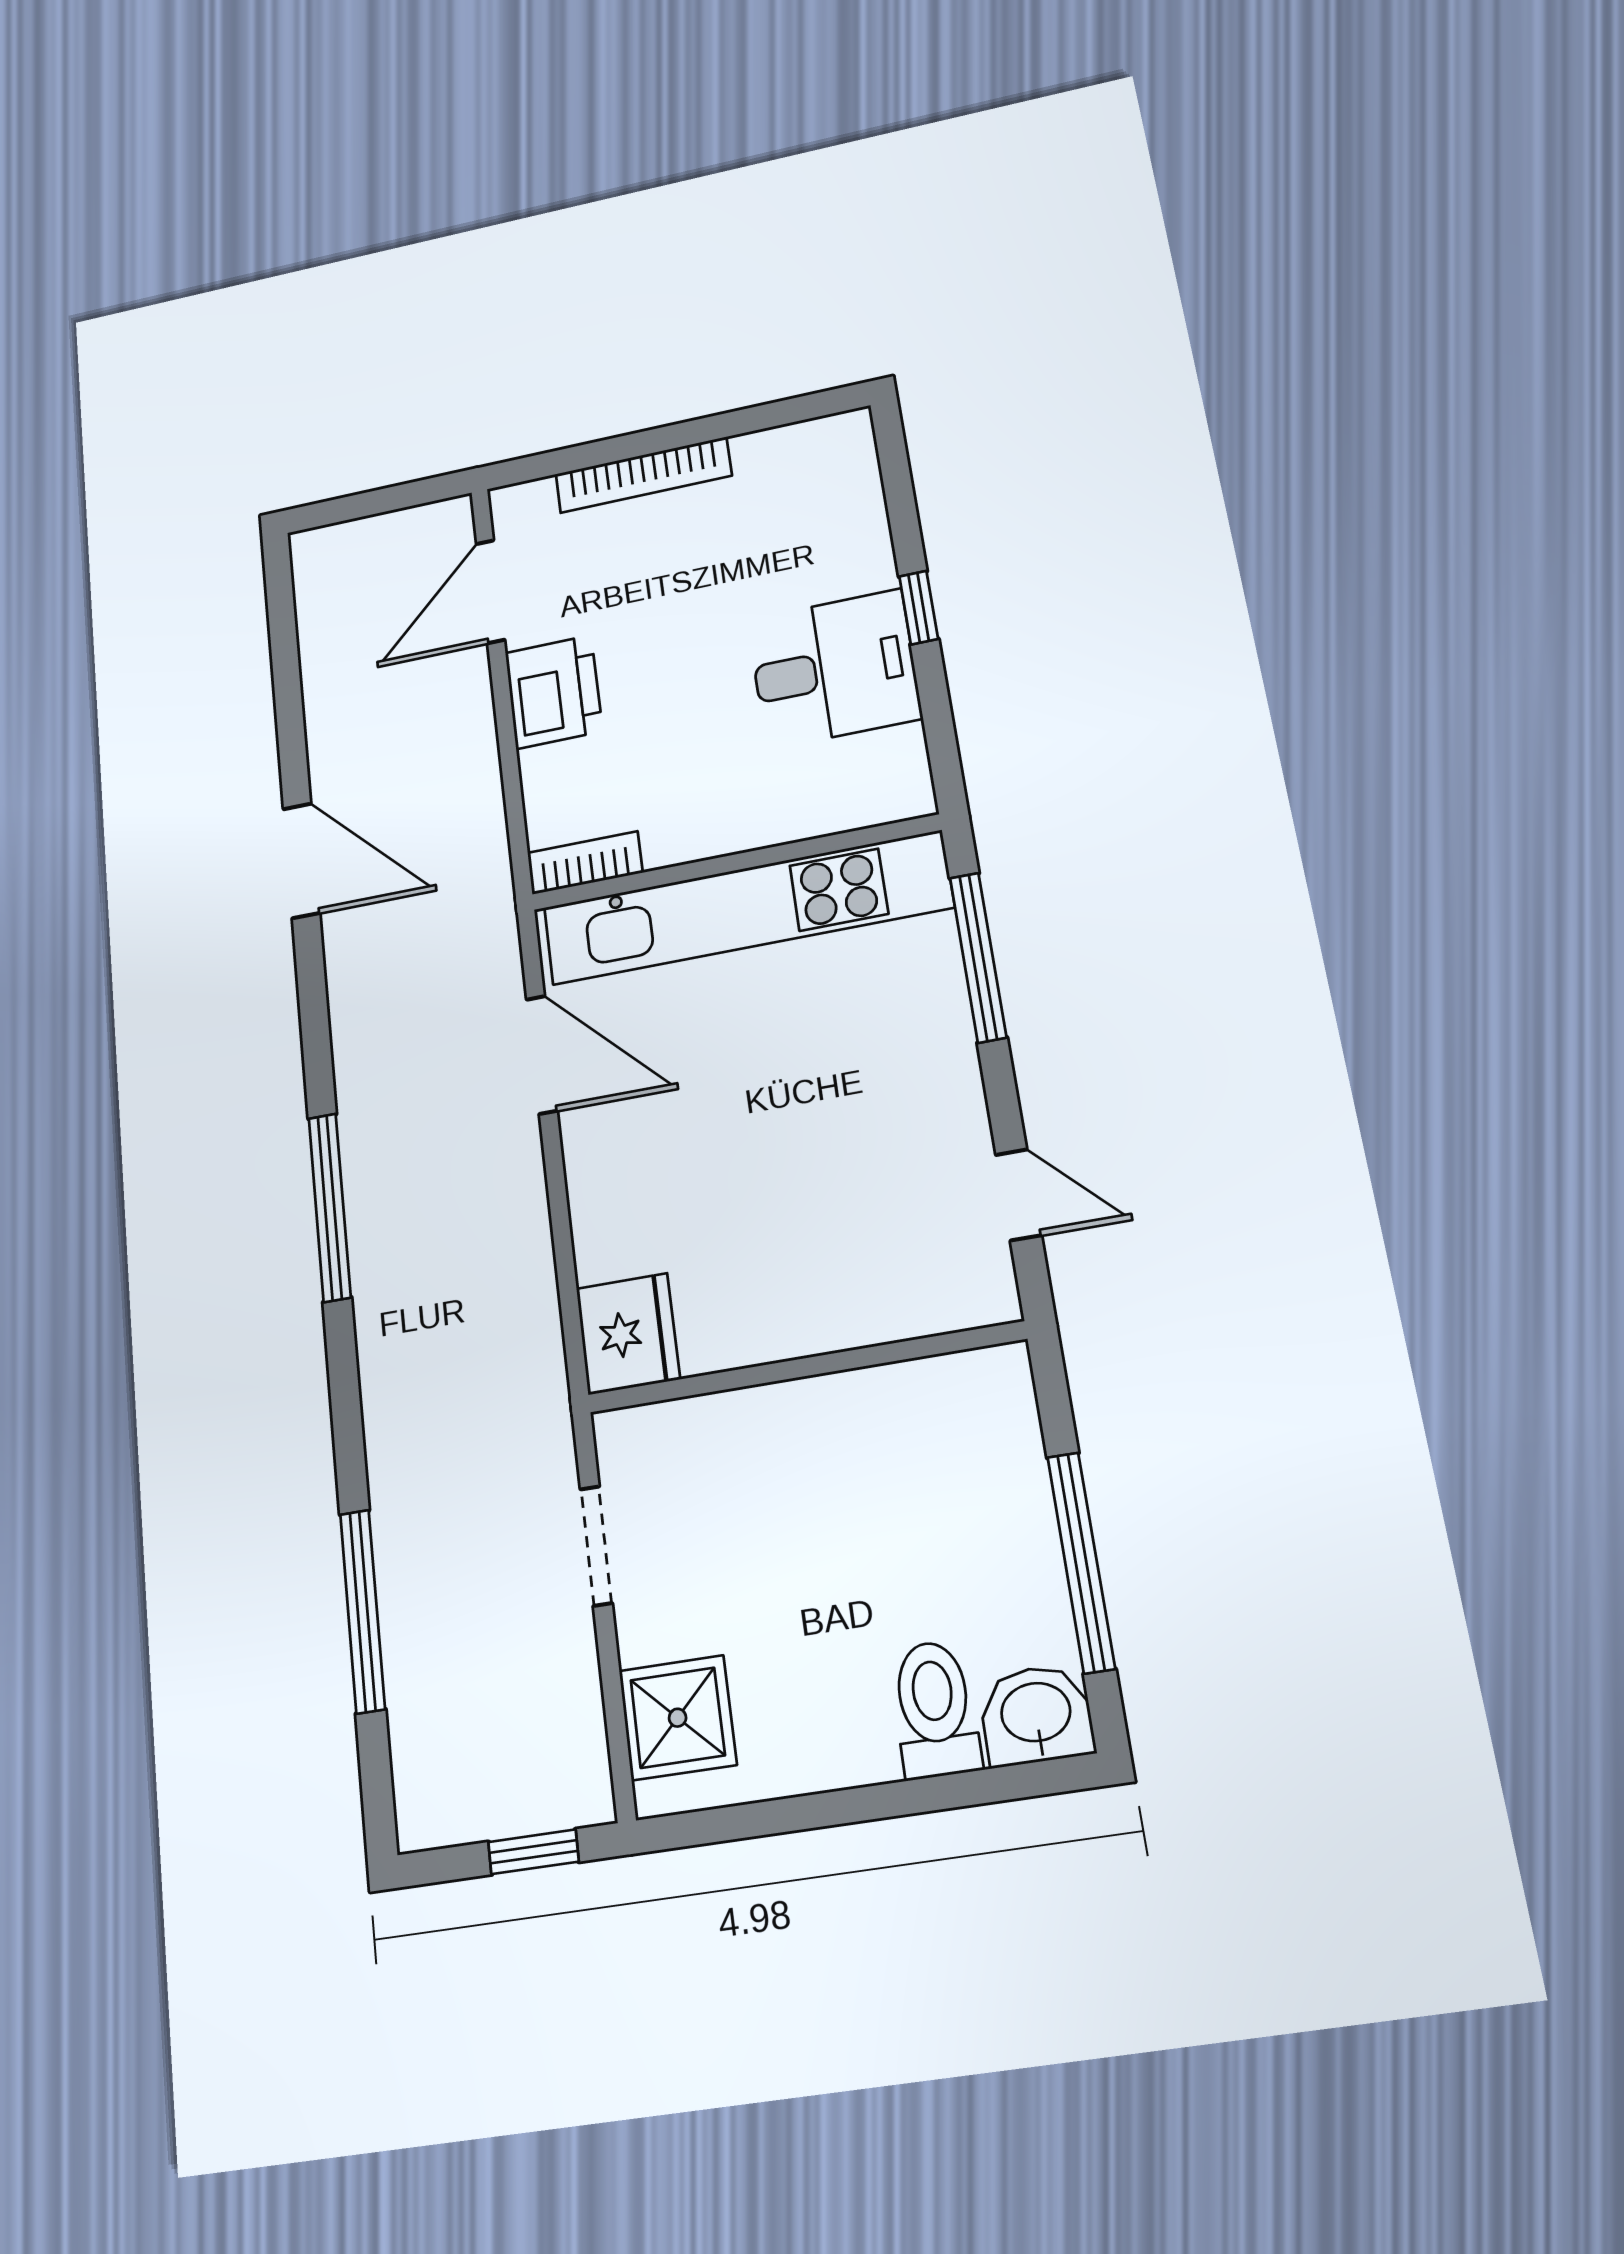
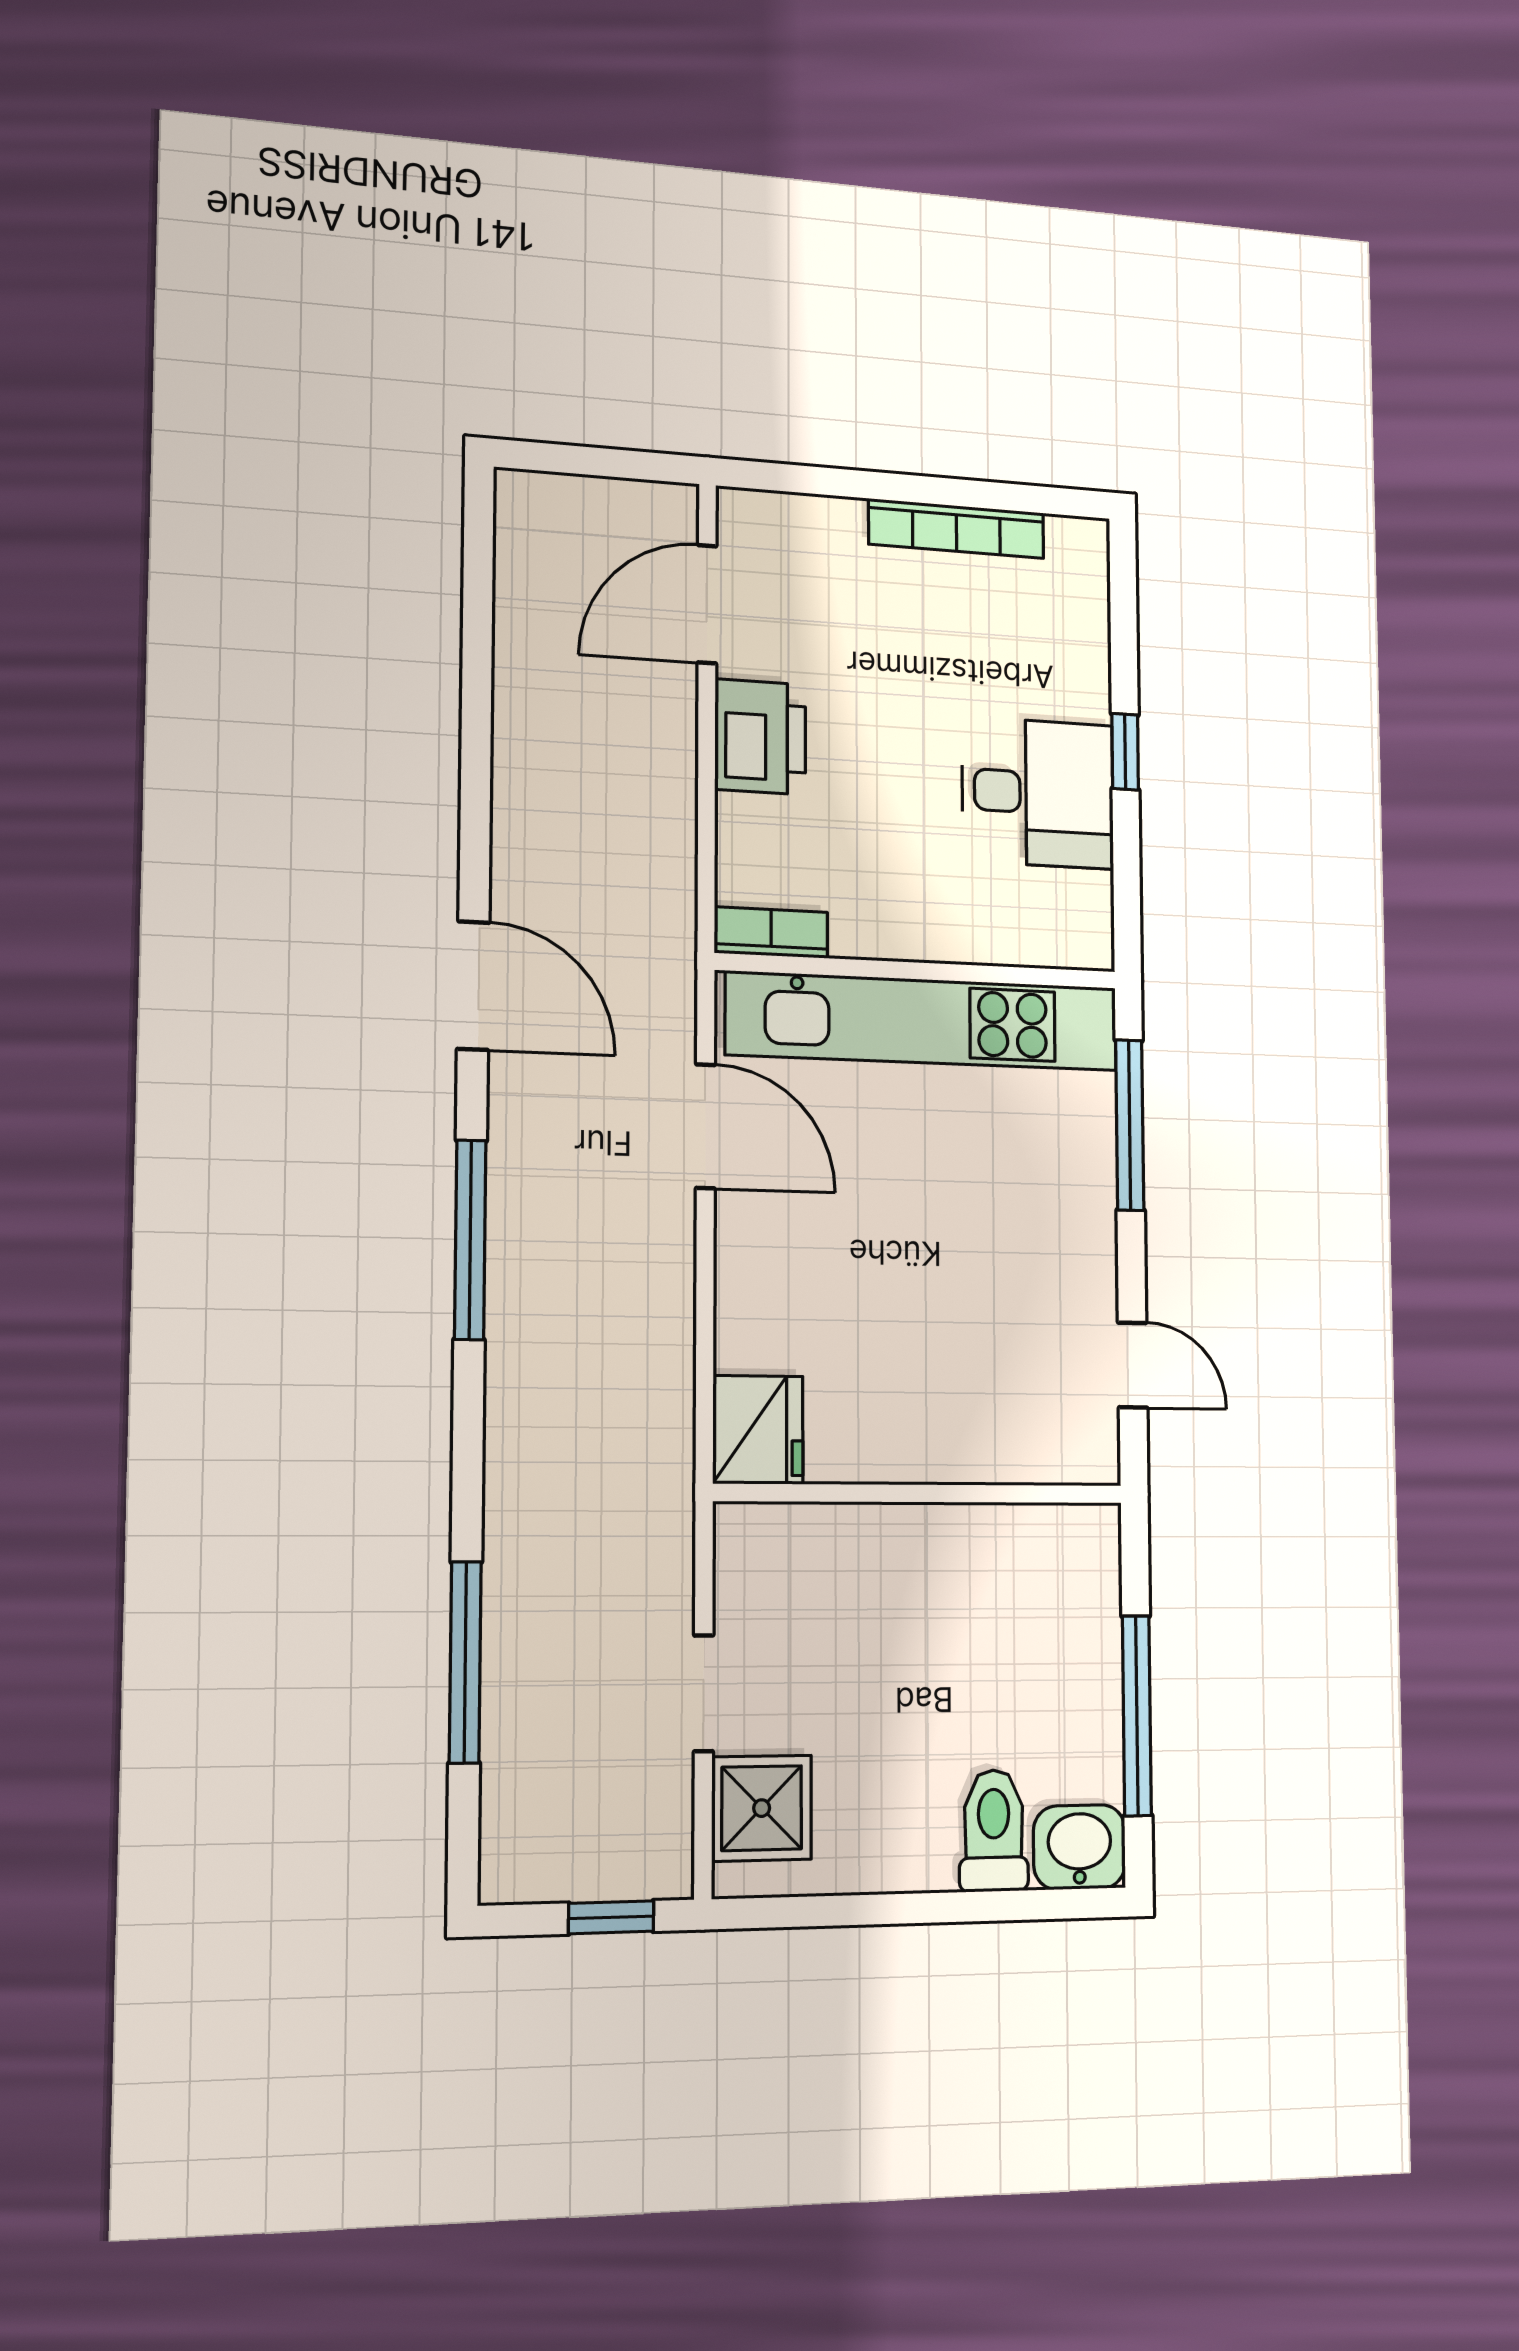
bookcase: (643, 475) -> (956, 529), moved
door: (301, 861) -> (473, 986), moved
doorway: (596, 1546) -> (704, 1693), moved

